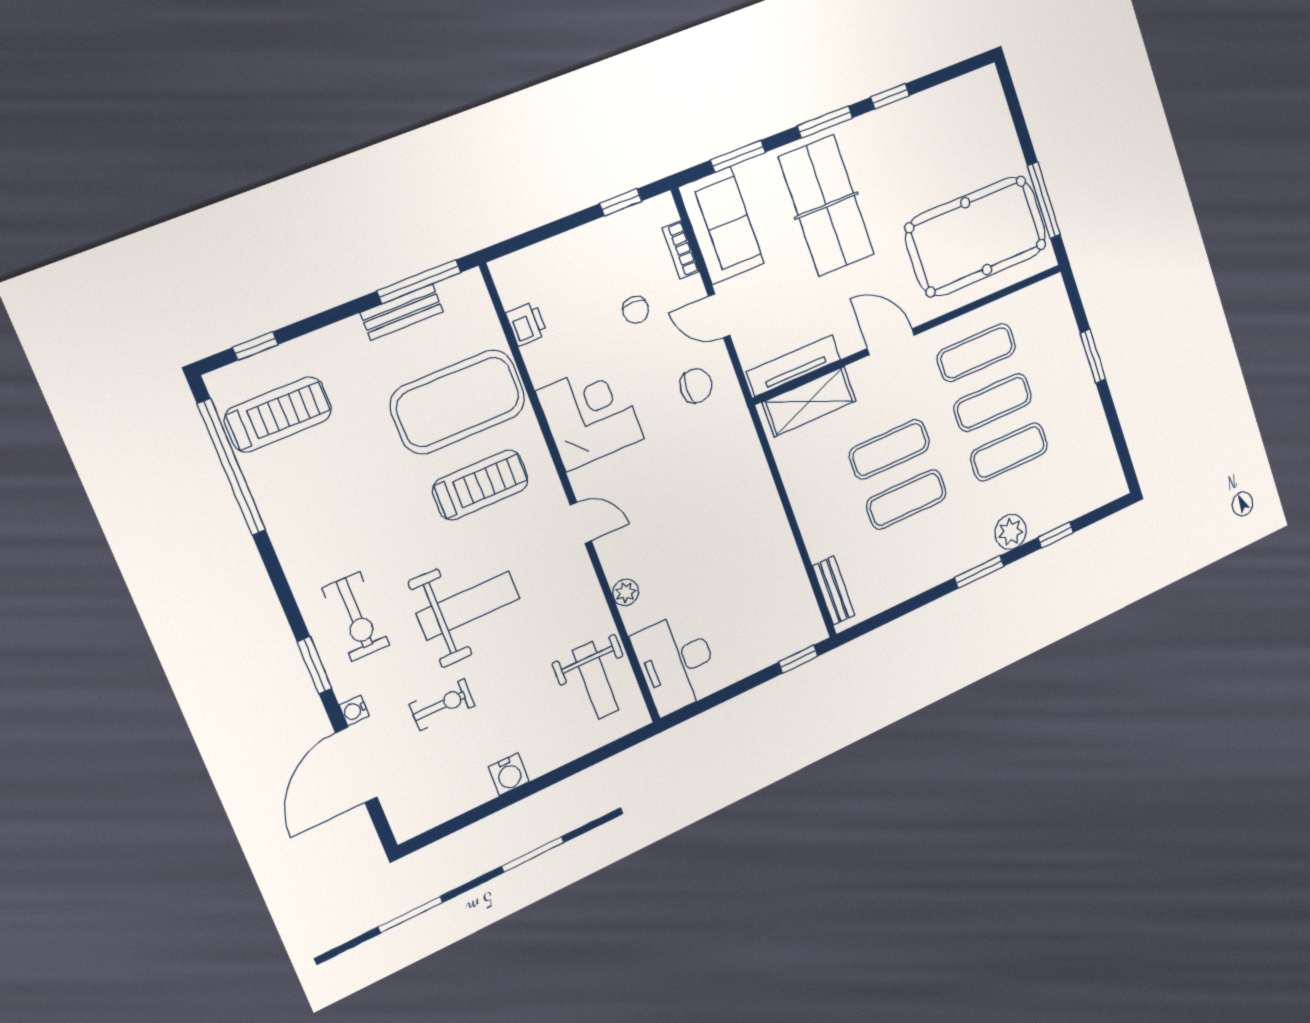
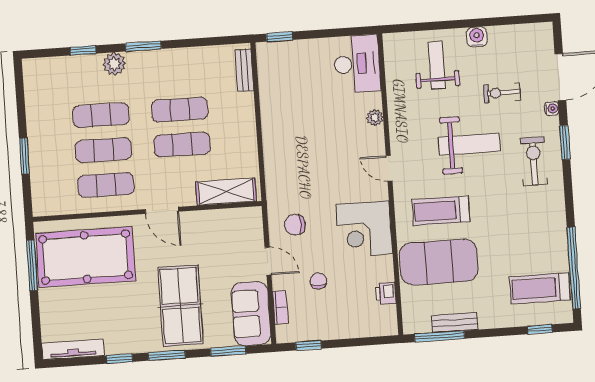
tv unit: (794, 366) -> (73, 349), moved, turned 180
weight bench: (468, 606) -> (469, 144), turned 180
weight bench: (596, 680) -> (437, 65), moved

